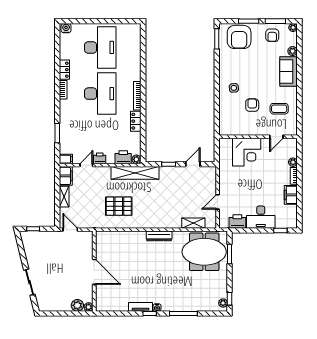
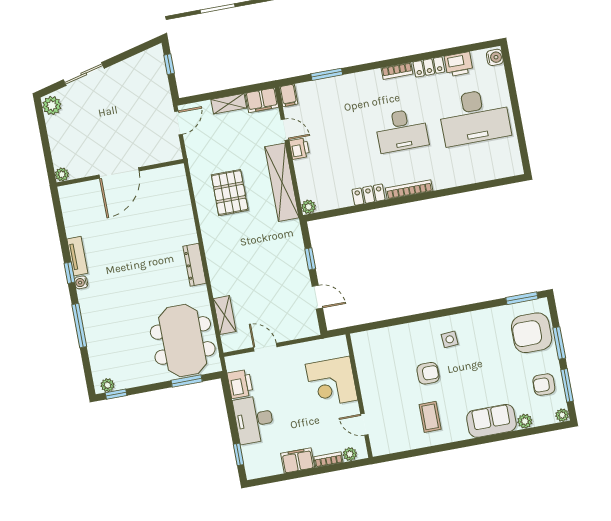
desk: (100, 94) -> (402, 130), width x0.73, depth x0.77
wall: (258, 137) -> (359, 396), moved
door: (276, 137) -> (364, 424), moved
corner desk: (247, 152) -> (332, 382), moved
printer: (123, 157) -> (459, 64), moved, turned 90
shelving: (135, 173) -> (282, 182), moved
plant: (77, 305) -> (52, 106), moved

